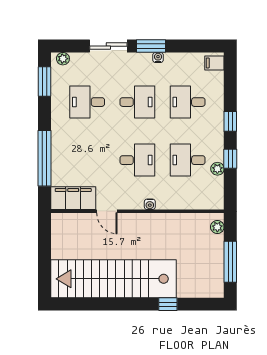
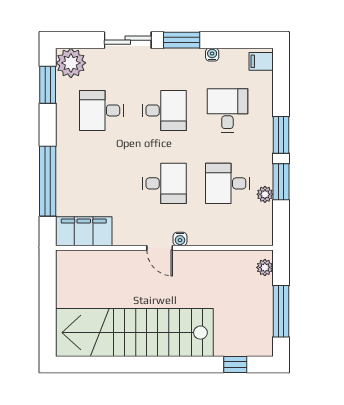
water cooler: (158, 58) -> (212, 55), moved
plant: (63, 59) -> (71, 63), width x1.87, depth x1.87
desk: (188, 102) -> (227, 110), turned 90
window: (230, 121) -> (281, 135), width x1.50
window: (230, 159) -> (281, 182), width x1.50
door: (107, 211) -> (160, 248), moved
window: (168, 304) -> (235, 365), moved

